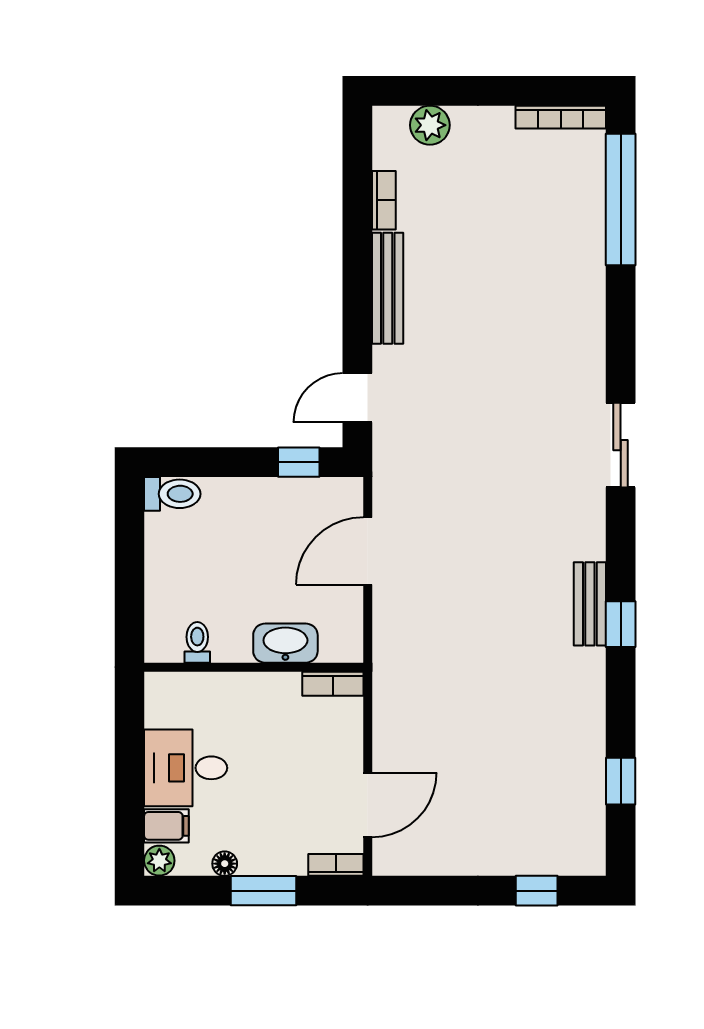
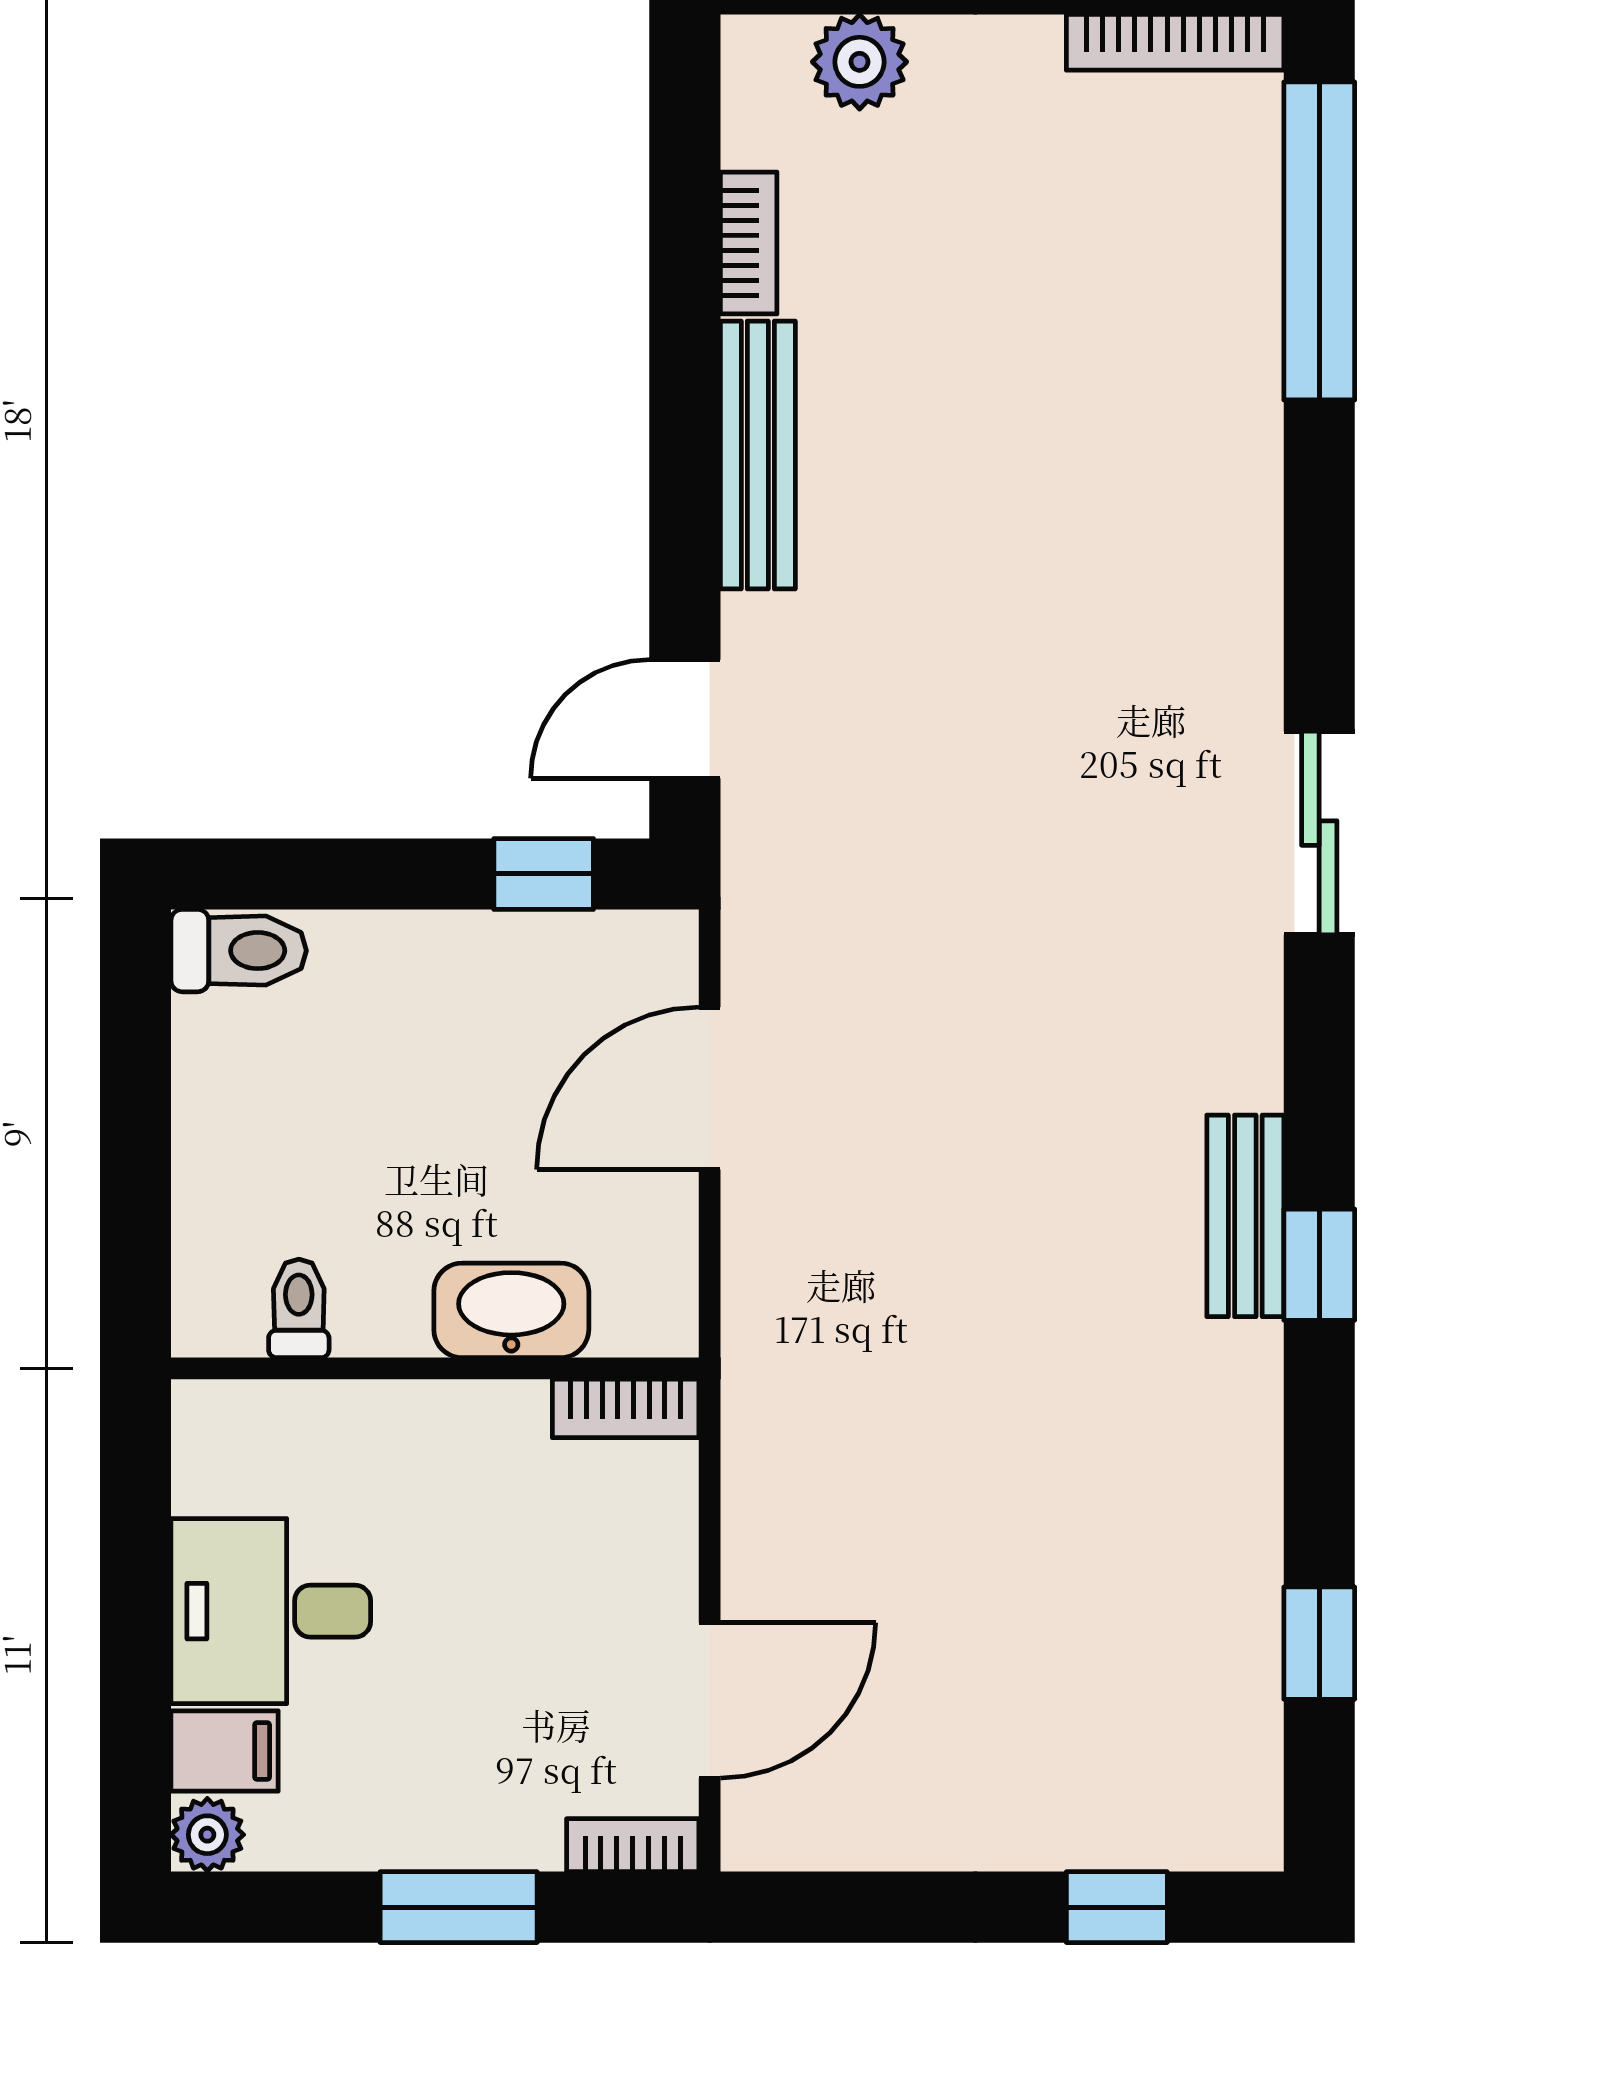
floor lamp: (225, 864) -> (365, 1842), removed

